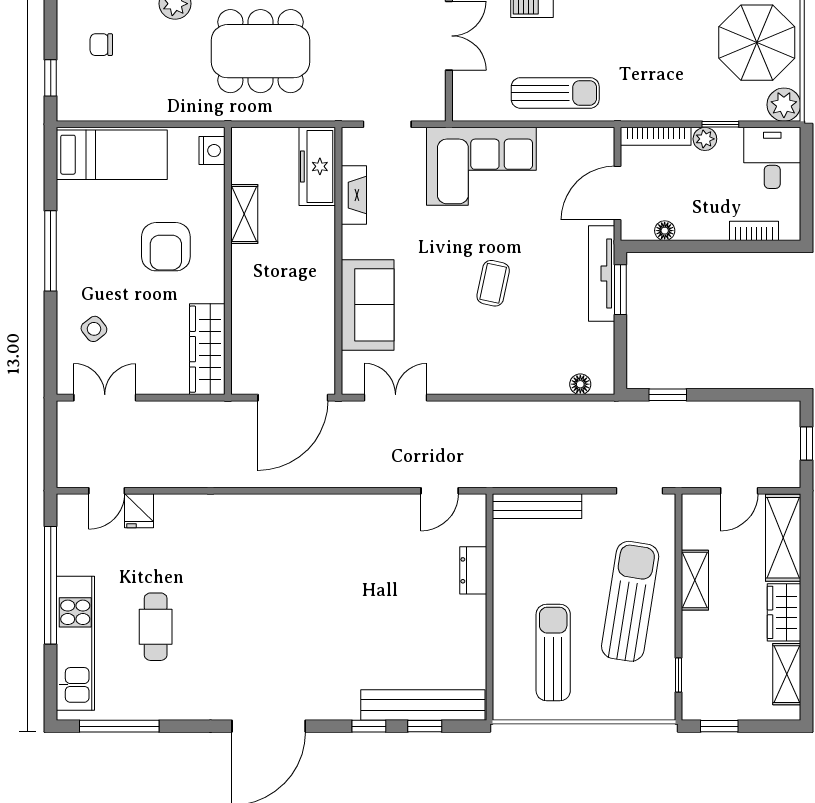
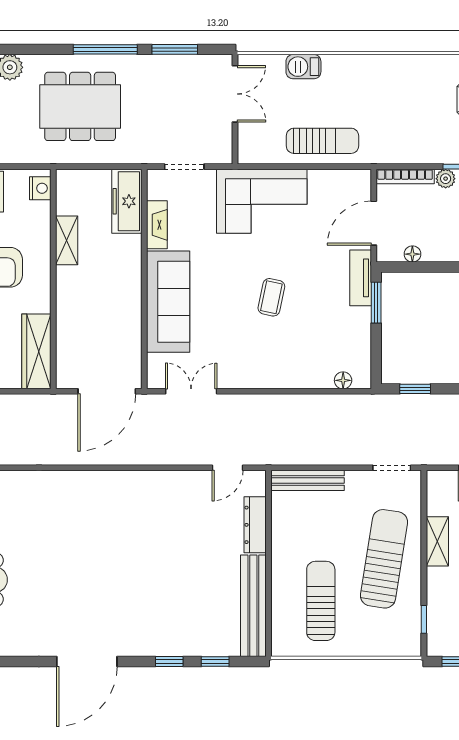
tv unit: (602, 273) -> (361, 278), width x0.71
sofa: (368, 305) -> (168, 302), width x1.36
dresser: (473, 570) -> (255, 525), width x1.44
bench: (423, 705) -> (253, 606), moved, turned 90

